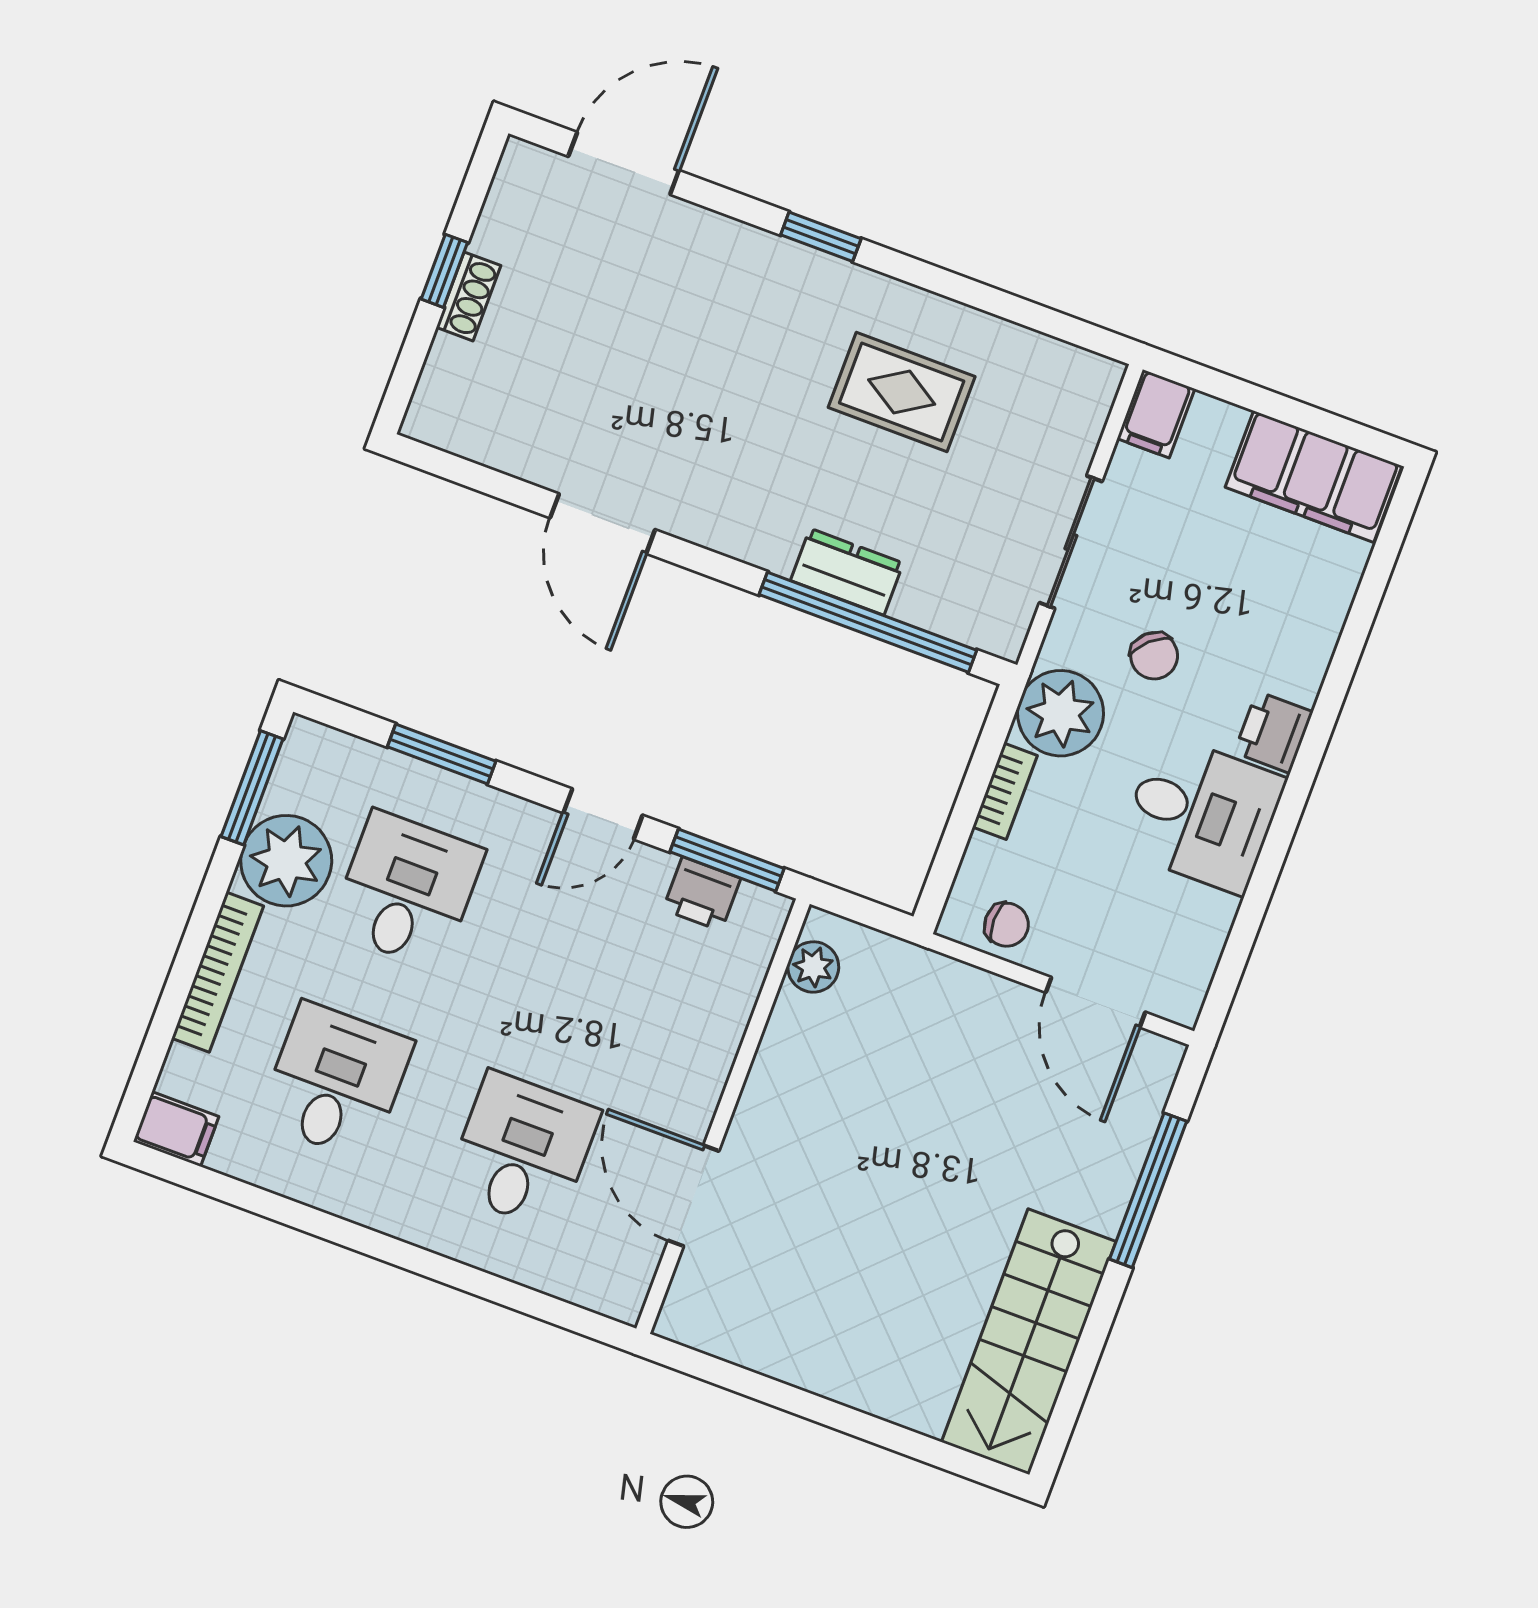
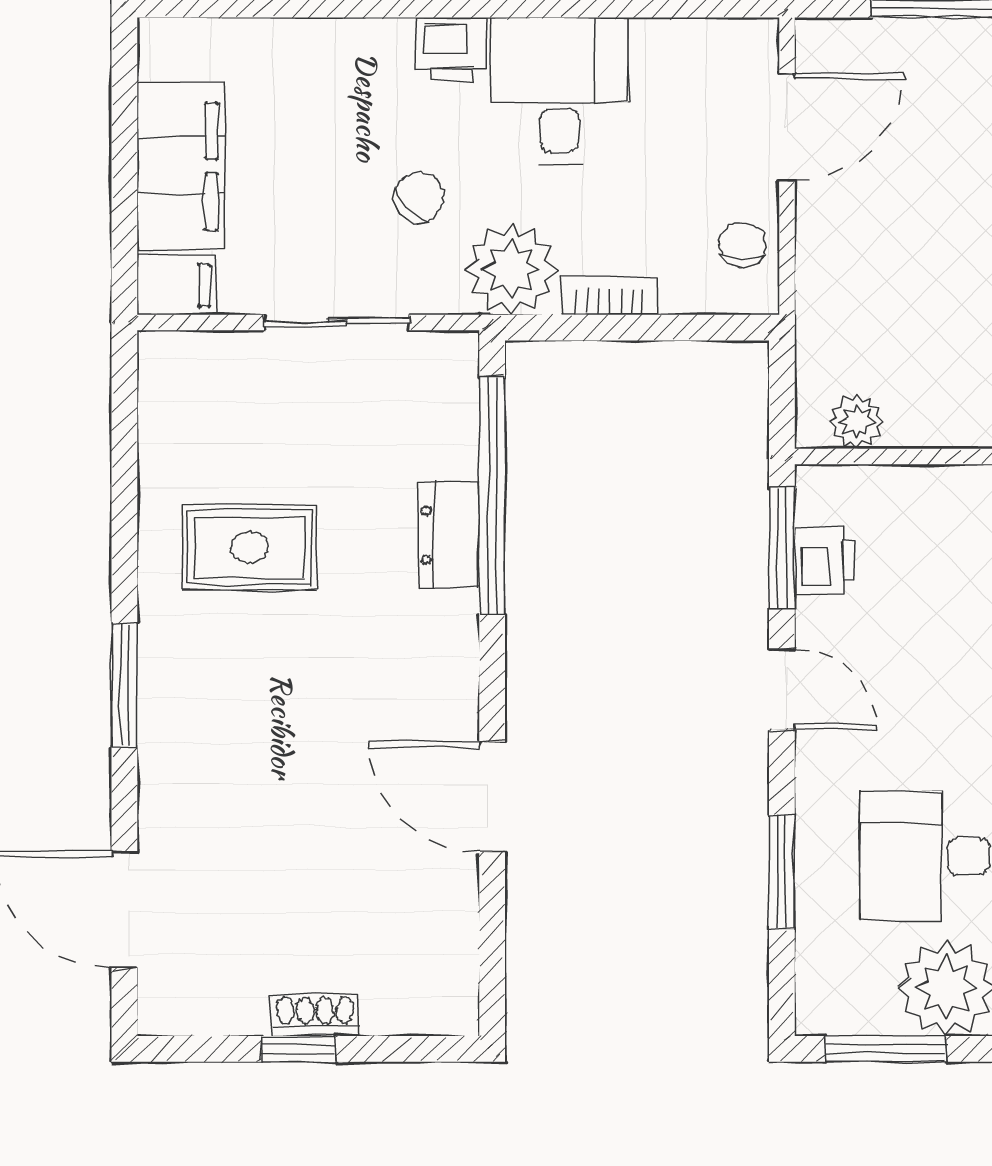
window: (821, 237) -> (124, 686), width x1.50
rug: (902, 392) -> (250, 547), turned 90
filing cabinet: (1314, 477) -> (181, 166), moved
door: (603, 524) -> (492, 797), swing flipped

